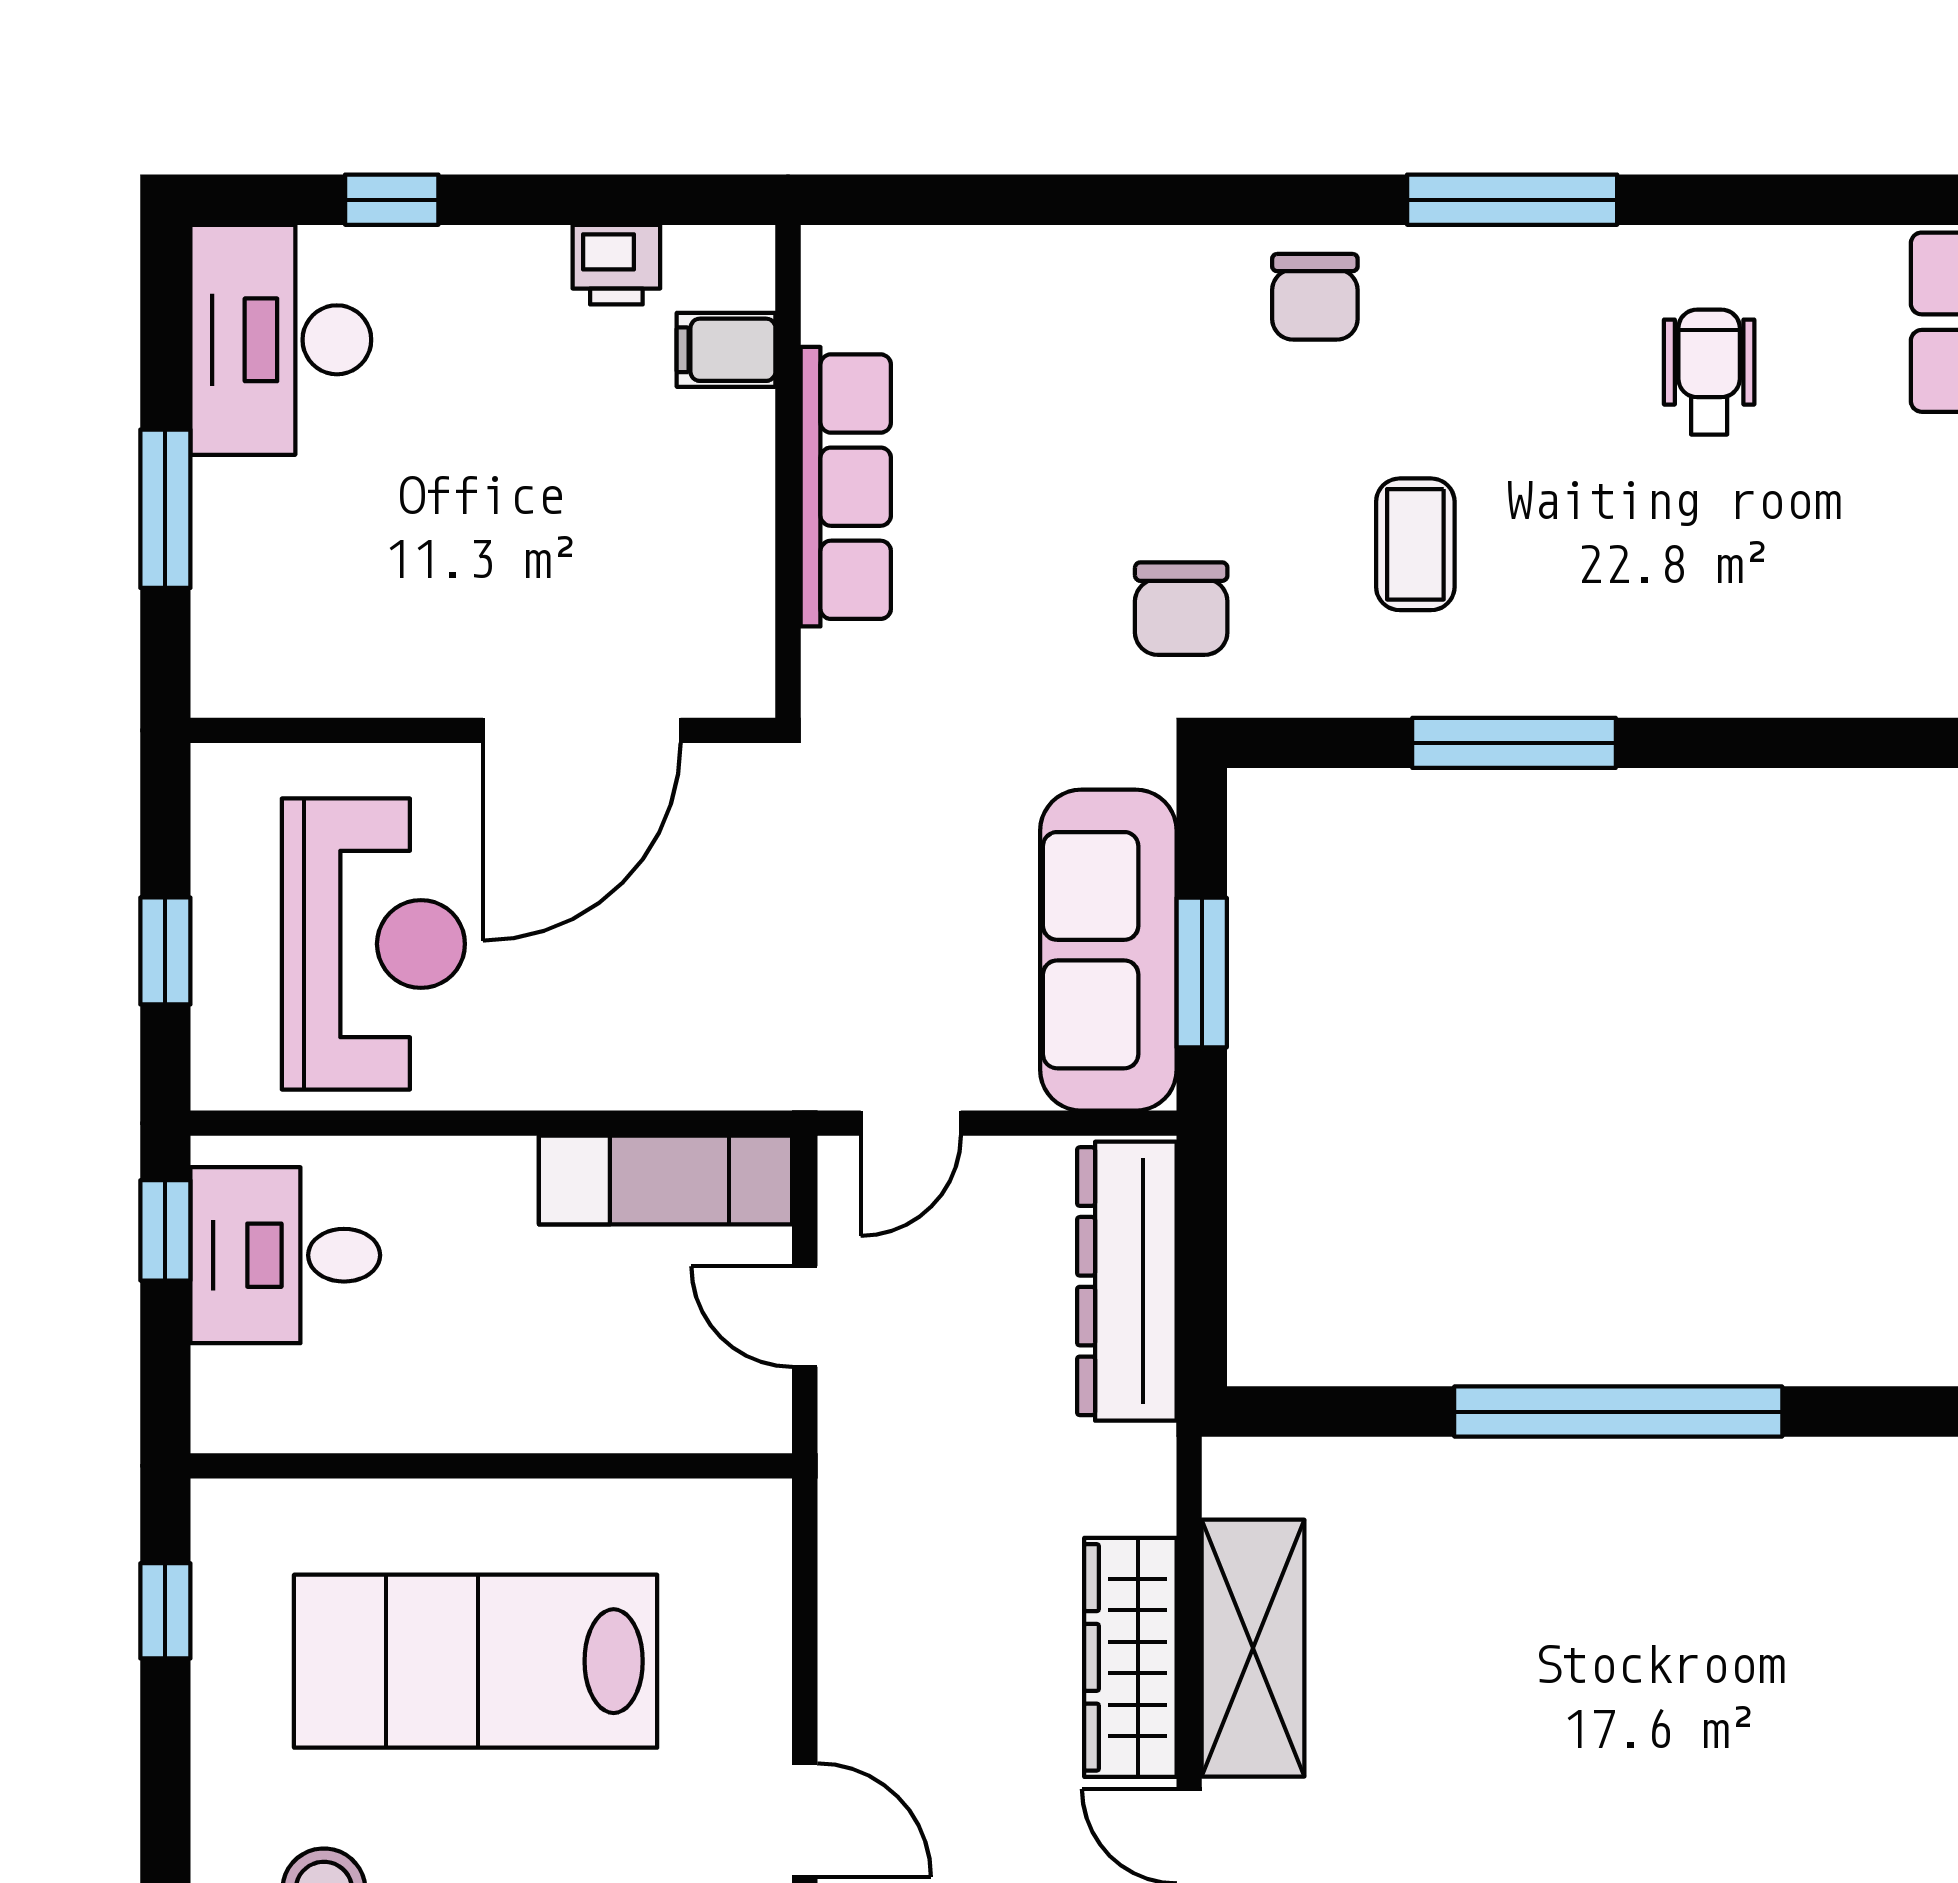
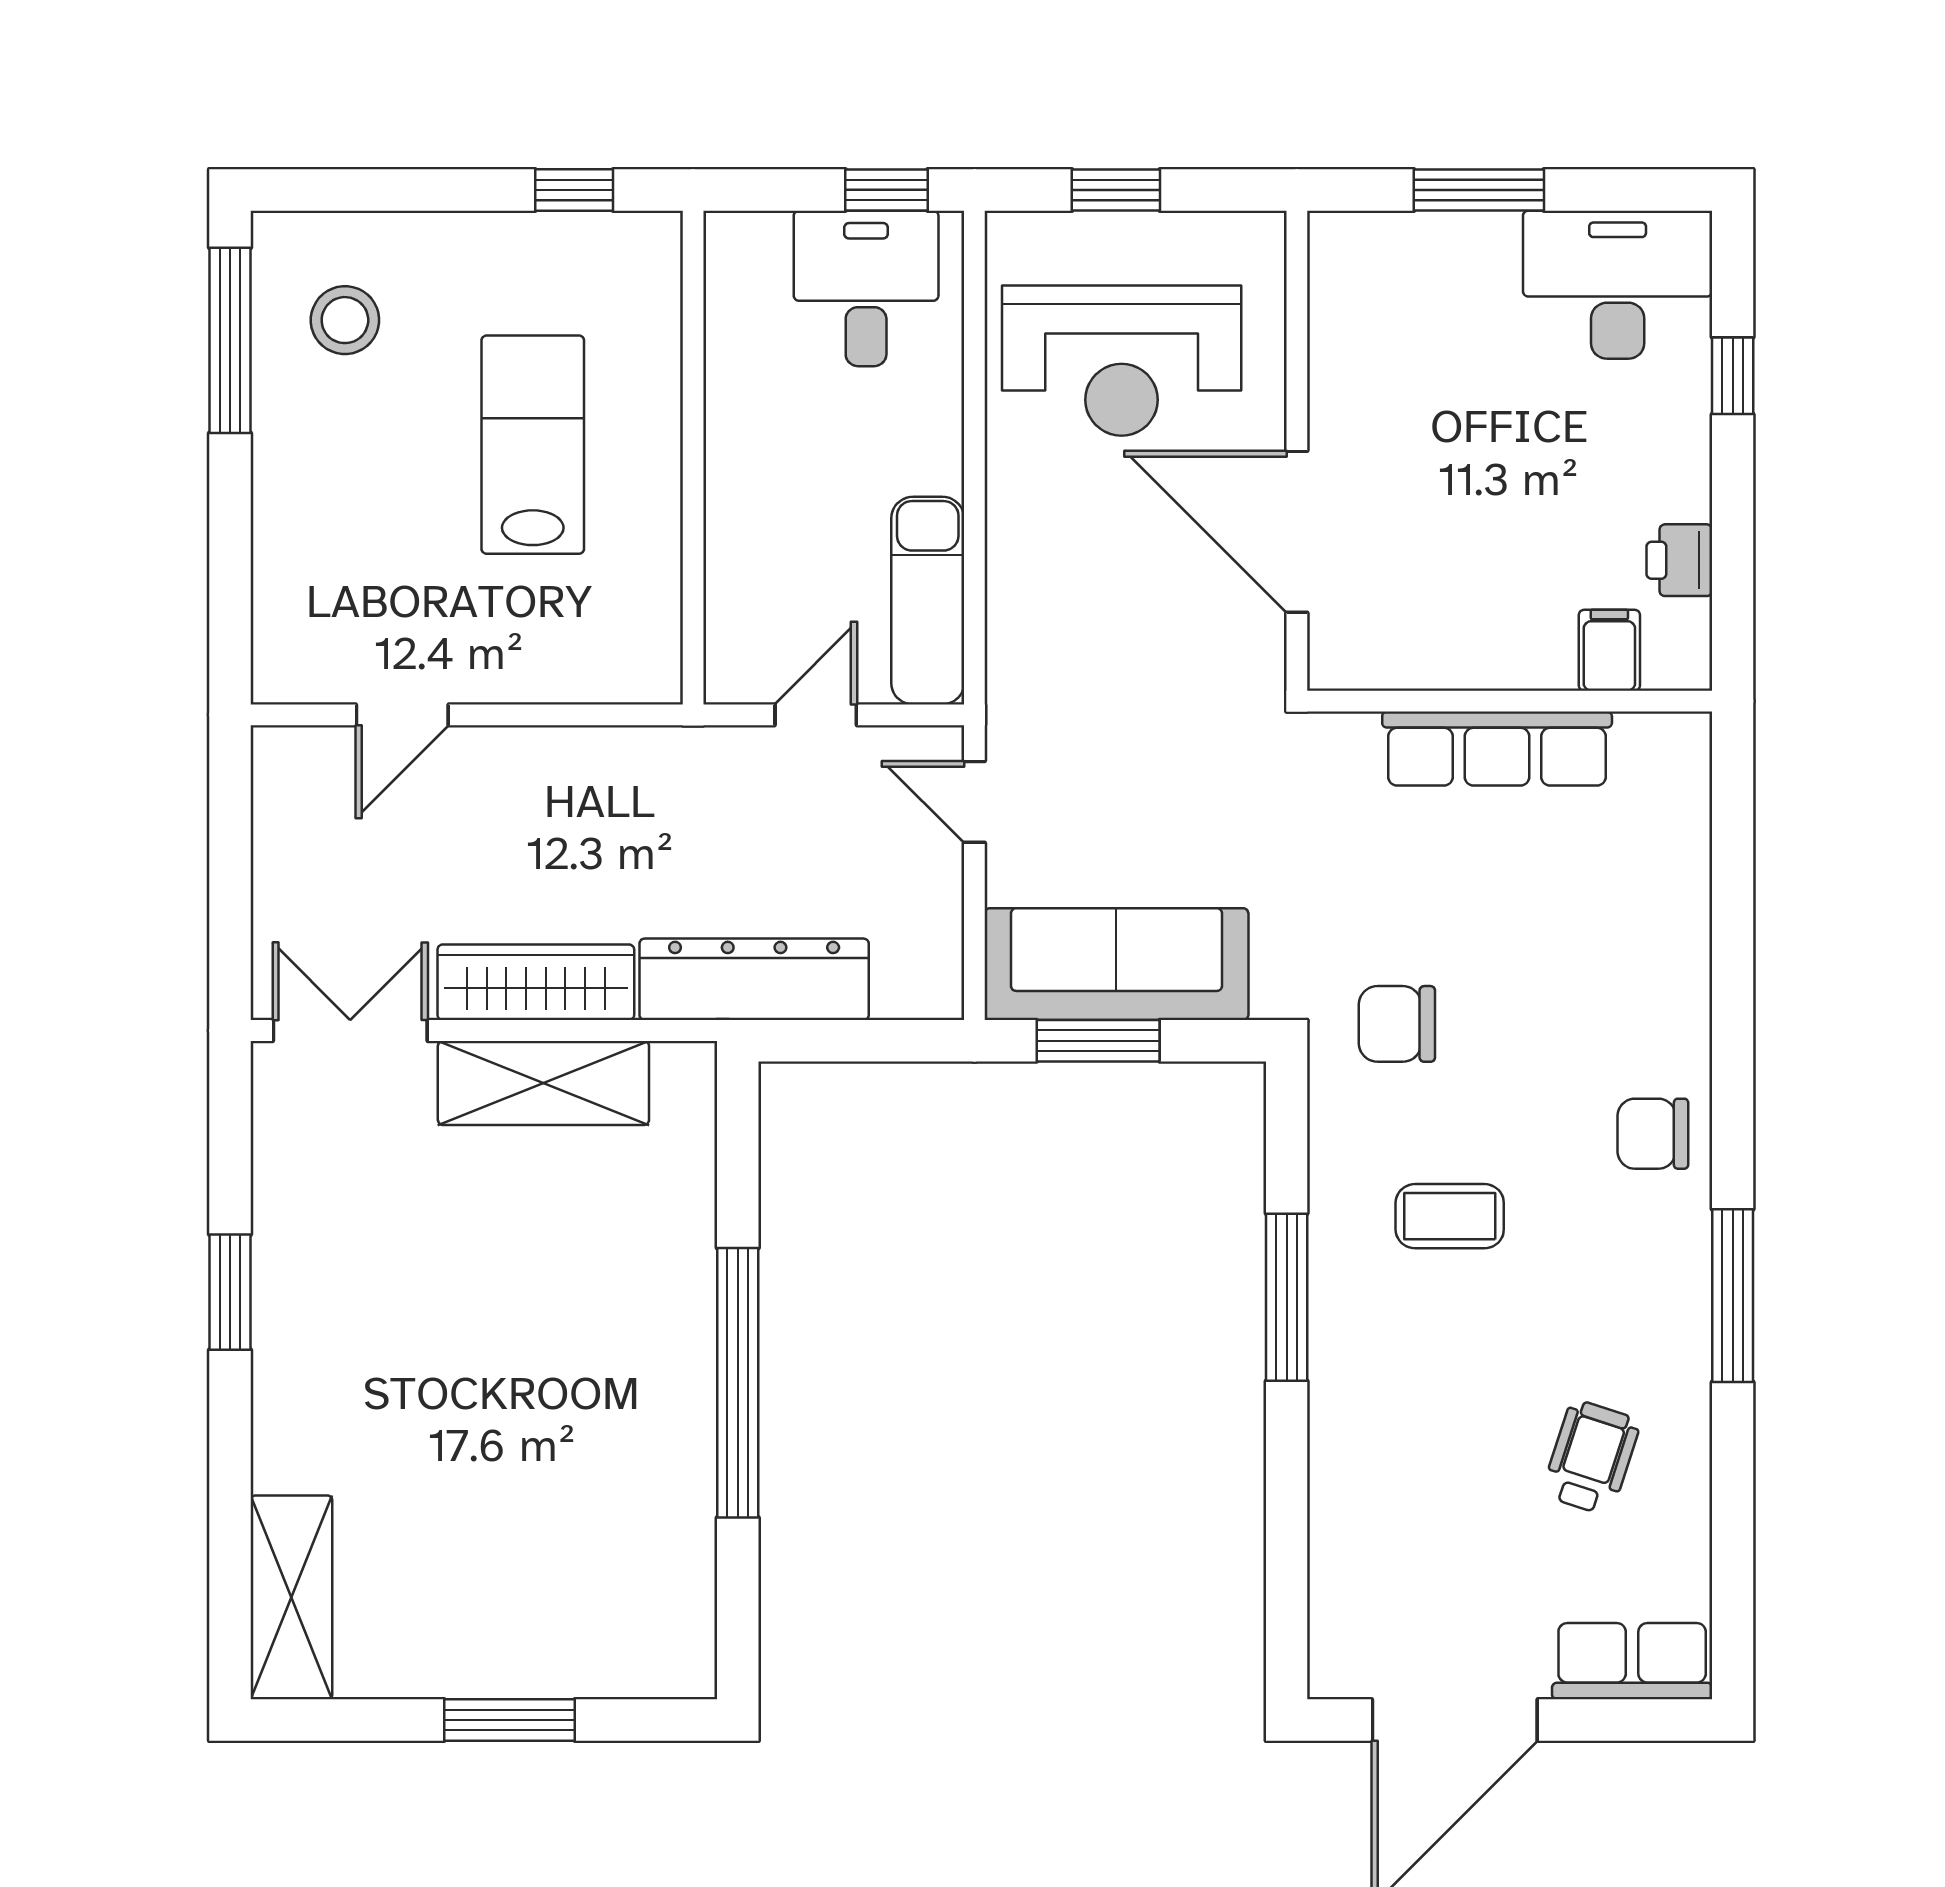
wheelchair: (1709, 372) -> (1591, 1457), turned -72
dresser: (1127, 1281) -> (754, 979), moved
lab bench: (476, 1661) -> (533, 445), width x0.73, depth x0.72

